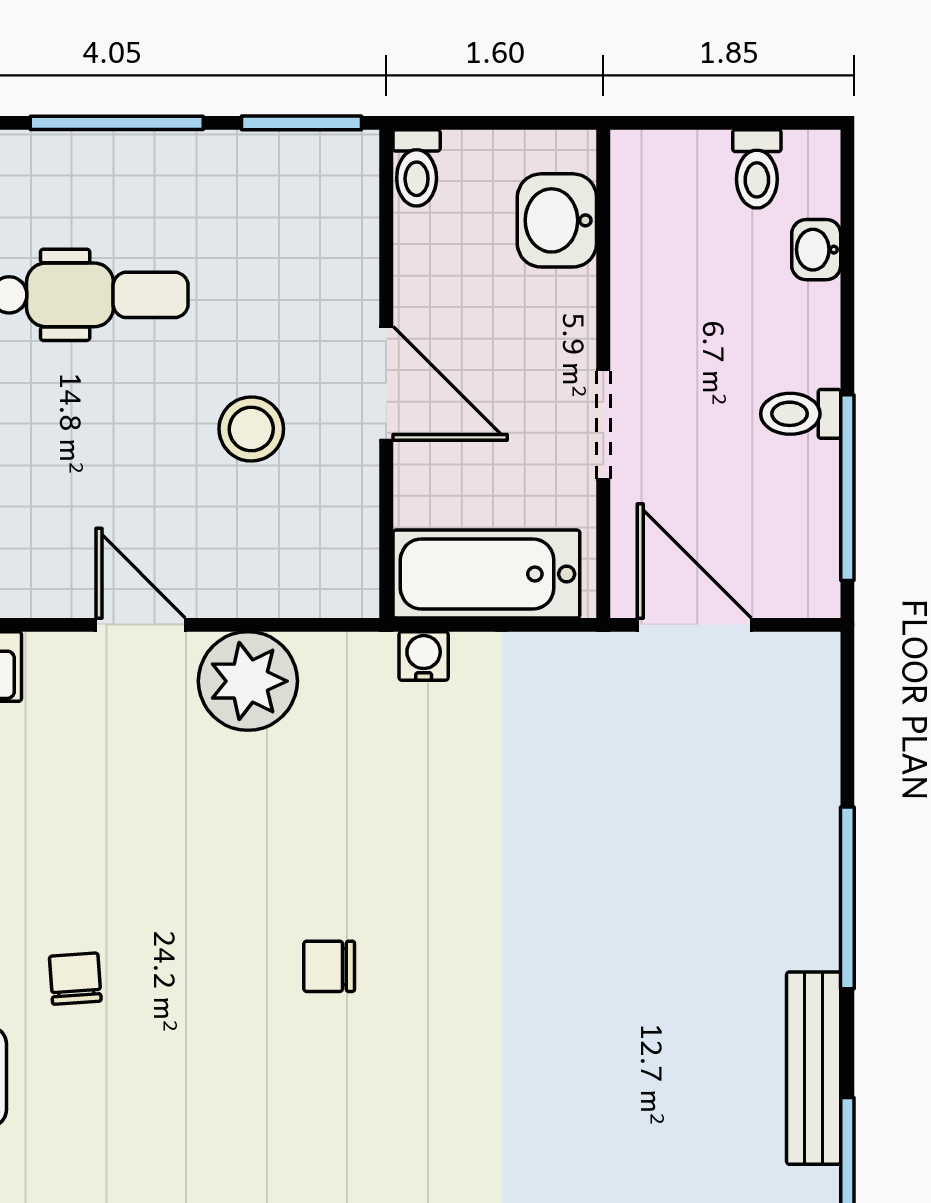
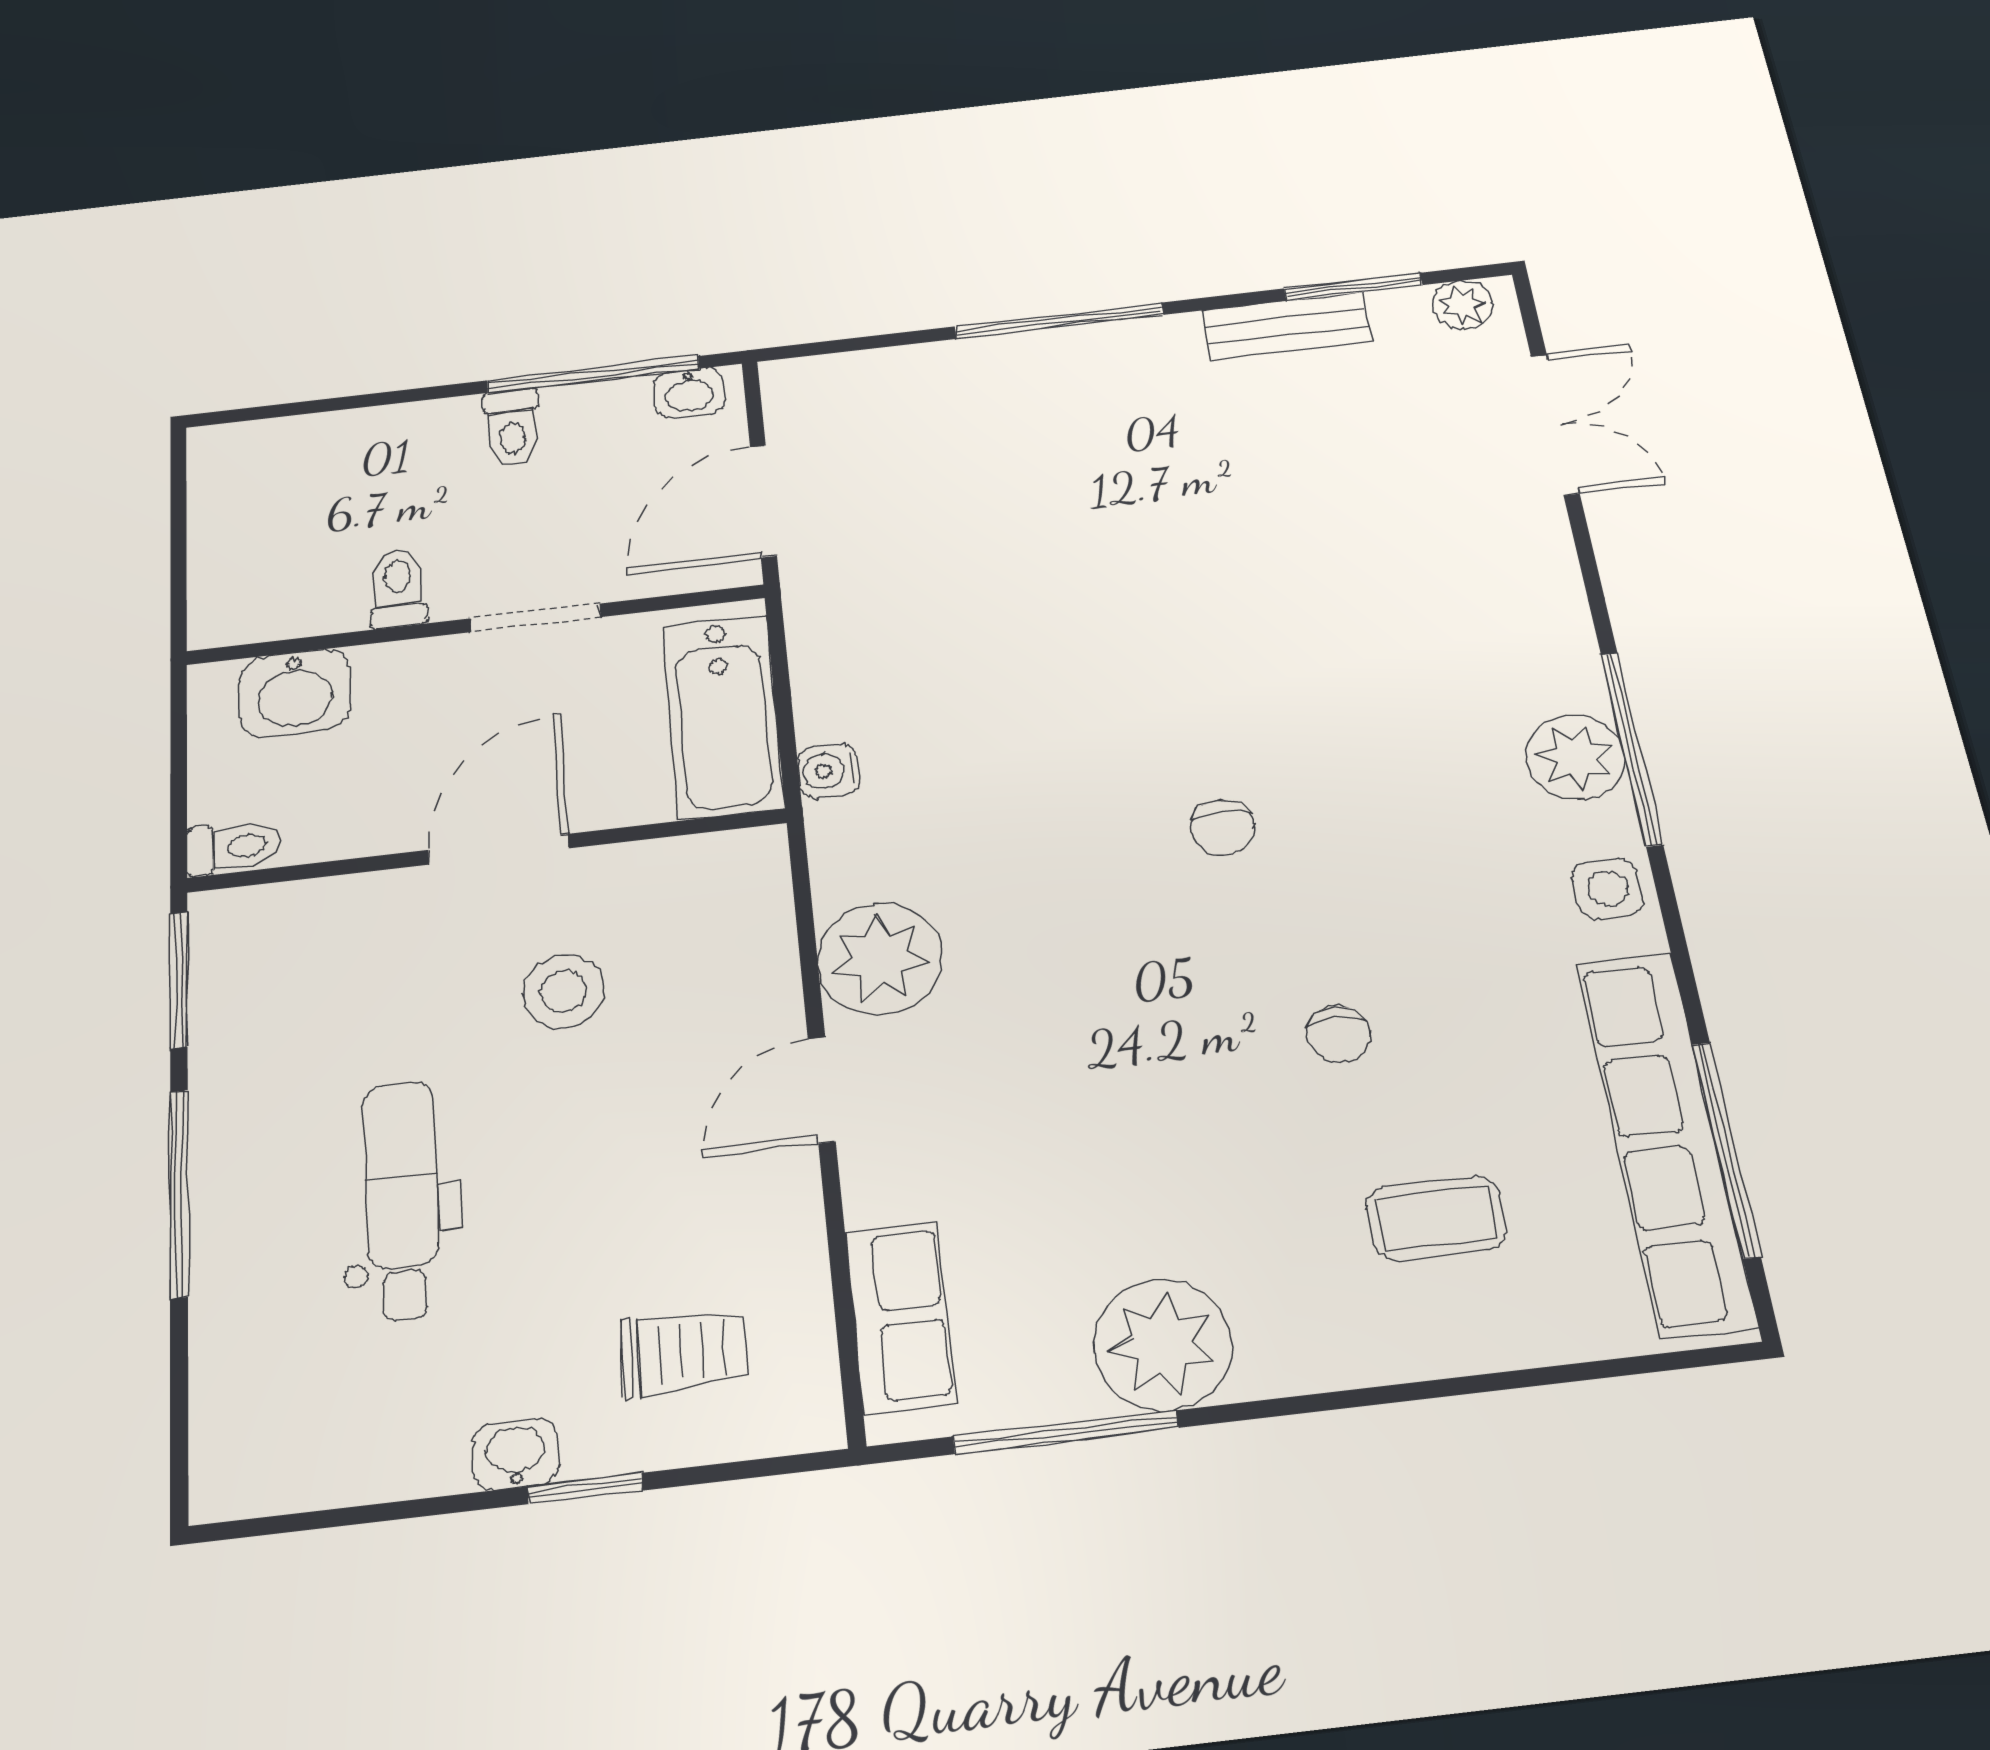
toilet: (757, 169) -> (398, 588), moved, turned -90
washbasin: (816, 250) -> (689, 393), moved
chair: (75, 979) -> (1339, 1034), moved, turned -86
bench: (814, 1068) -> (1287, 326), width x0.73

